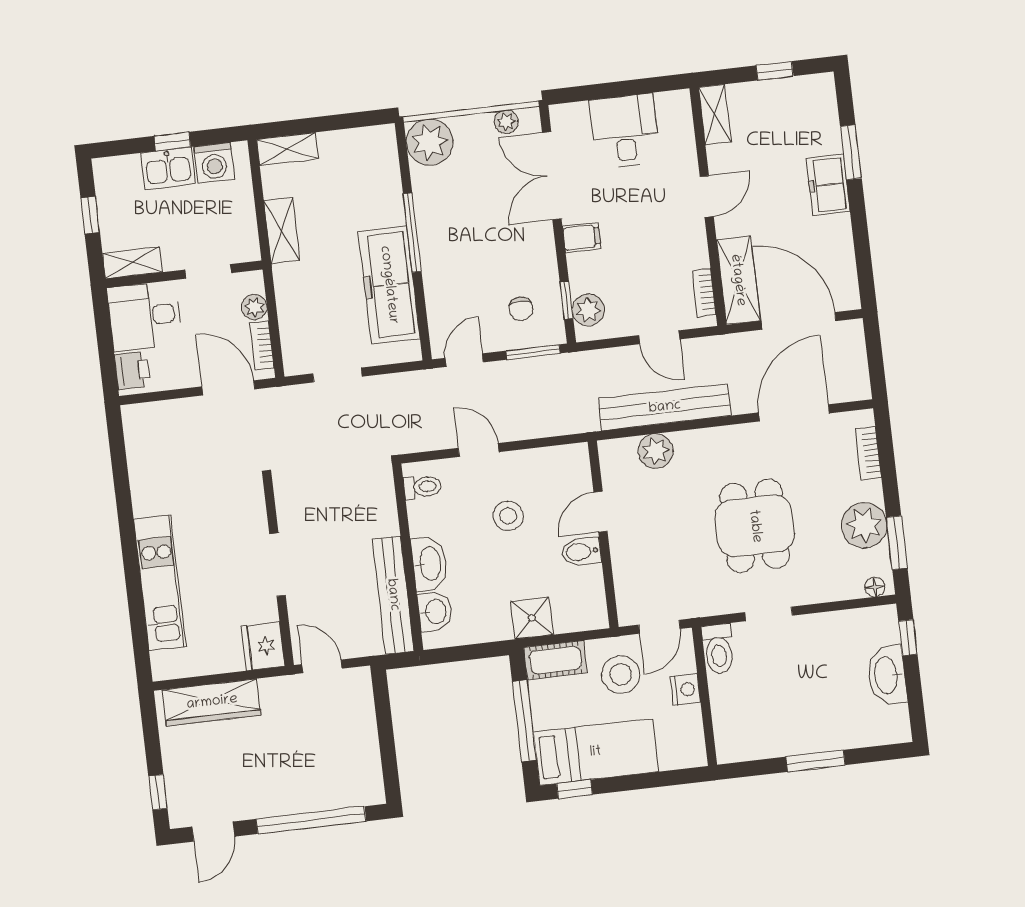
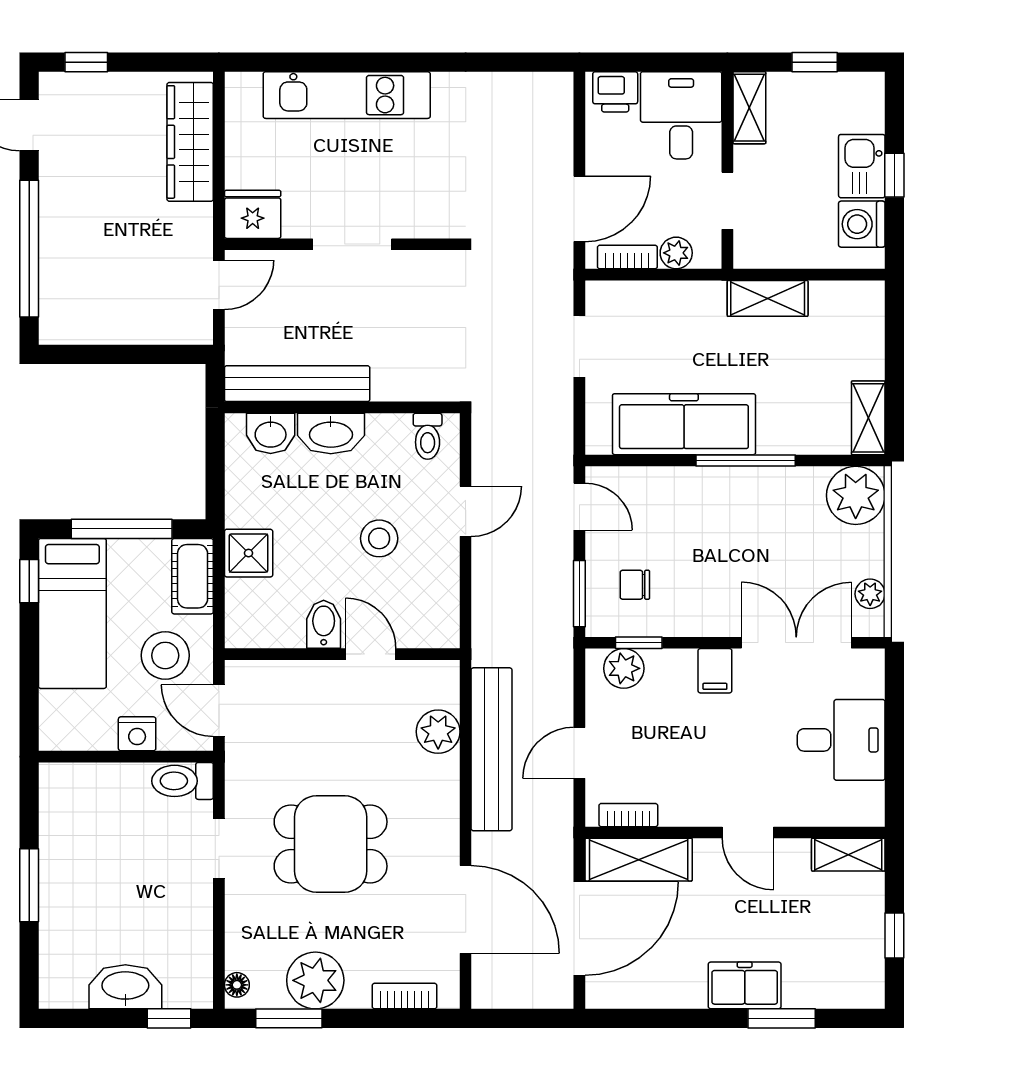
shelving: (287, 149) -> (868, 418), moved

